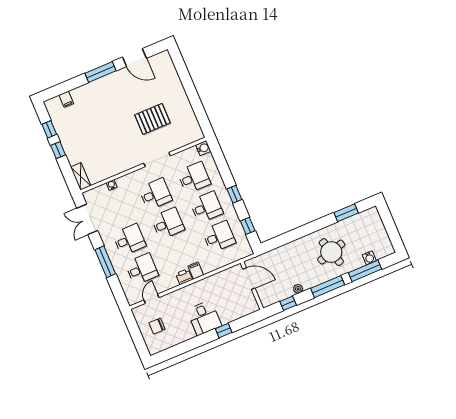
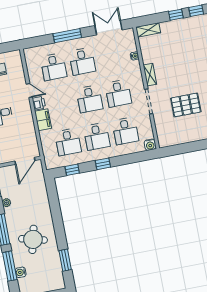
pallet: (152, 119) -> (186, 105), turned 90
shelving: (128, 164) -> (150, 75), added
round table: (331, 252) -> (33, 239), turned 31
filing cabinet: (196, 271) -> (43, 120), width x2.00
door: (151, 299) -> (29, 90), moved

